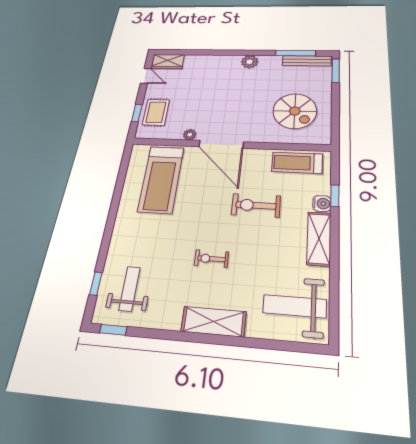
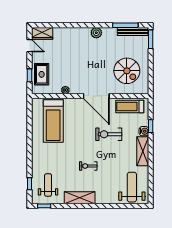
door: (221, 144) -> (96, 96), moved
weight bench: (295, 306) -> (132, 187), turned 90
shelving: (214, 322) -> (80, 198), moved

